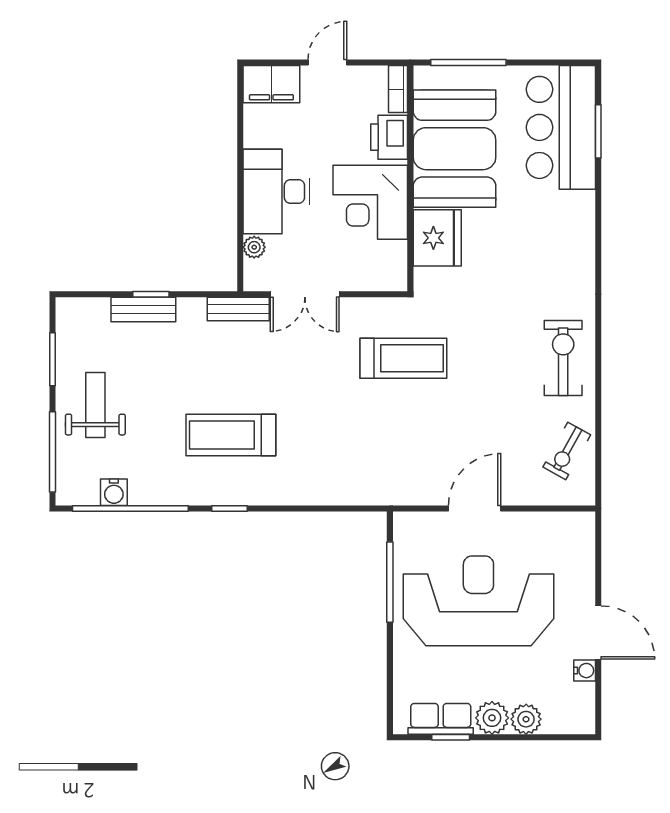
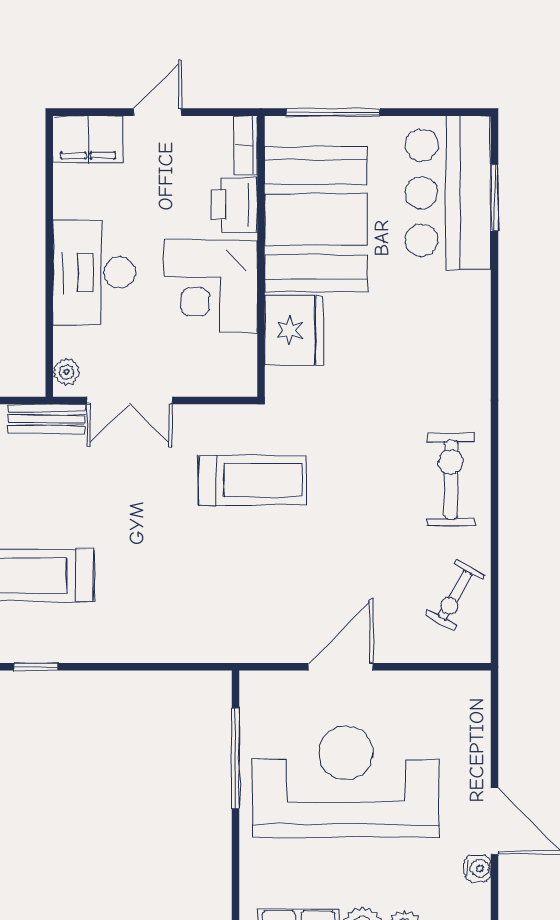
plant: (254, 247) -> (67, 372), moved

